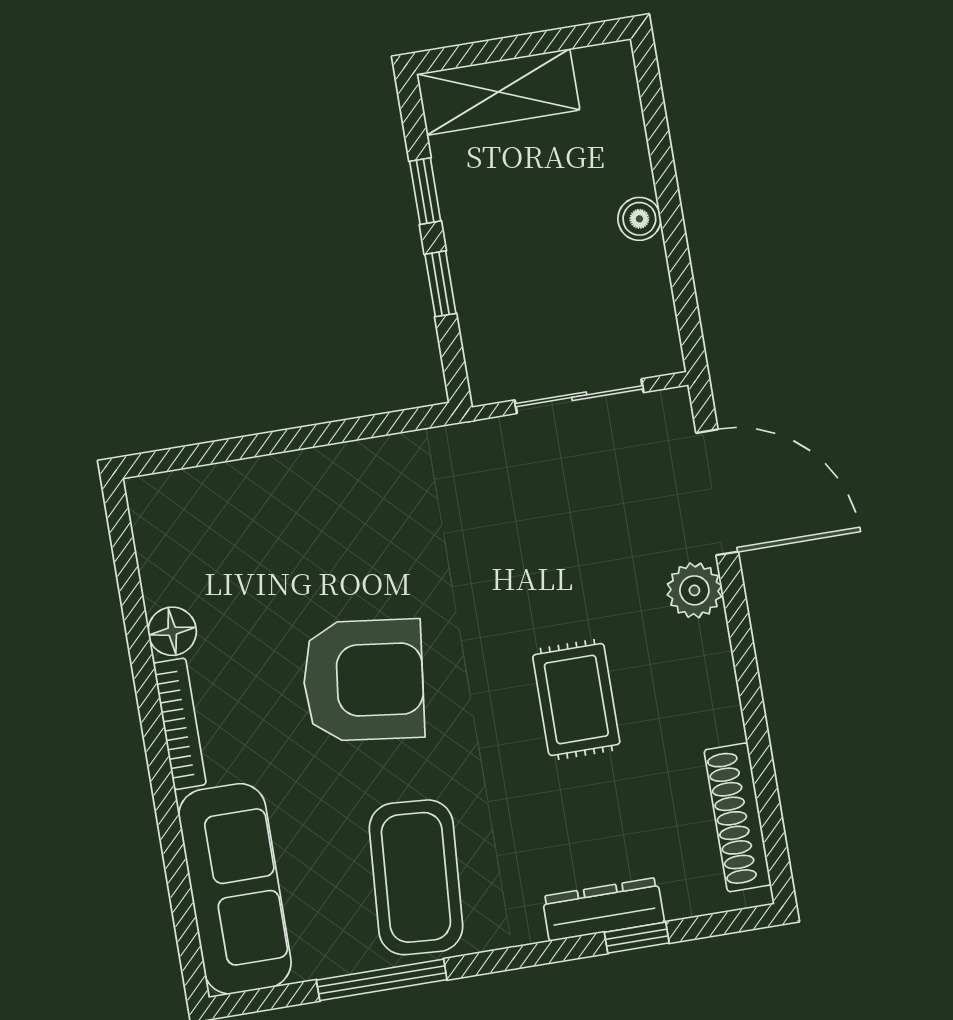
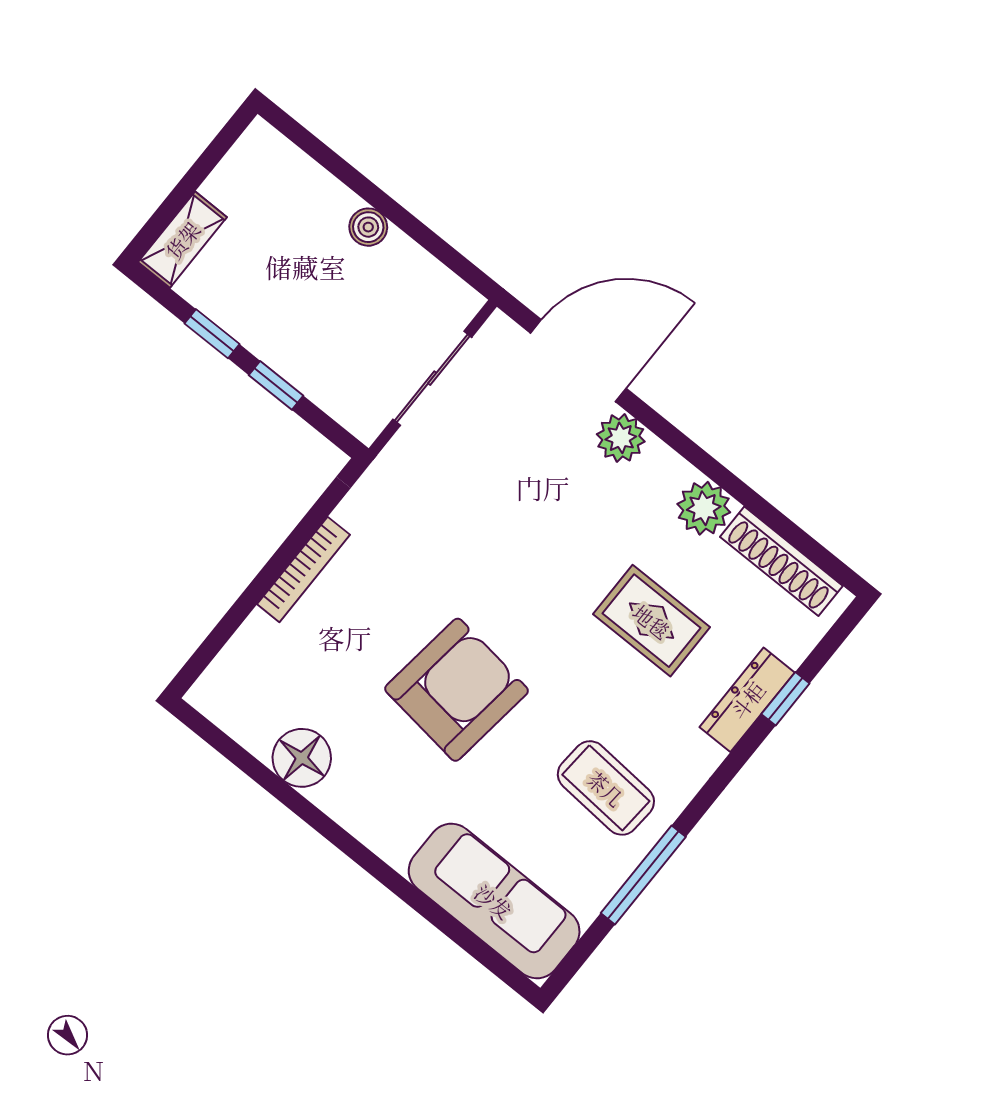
shelving: (498, 92) -> (182, 240), width x0.67, depth x0.75
floor lamp: (172, 631) -> (302, 758), width x1.38, depth x1.38
rug: (576, 700) -> (652, 621), moved
plant: (712, 713) -> (704, 508), added
bookcase: (180, 724) -> (304, 569), moved, turned 90
coffee table: (416, 877) -> (606, 788), width x0.73, depth x0.76

